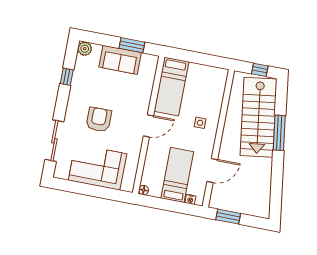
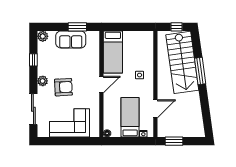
plant: (73, 106) -> (43, 81), added
armchair: (99, 120) -> (63, 87), turned 87

